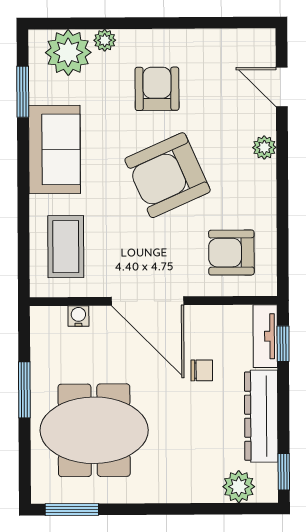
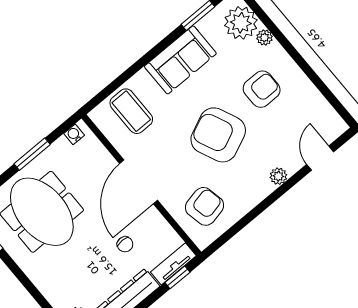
coffee table: (66, 247) -> (131, 111), turned 90
armchair: (231, 253) -> (205, 206), turned 78
water cooler: (78, 316) -> (74, 134), moved, turned -90

